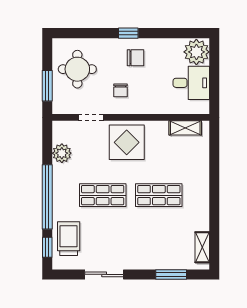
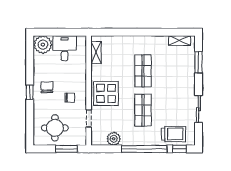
trolley: (69, 239) -> (173, 134), turned 180

